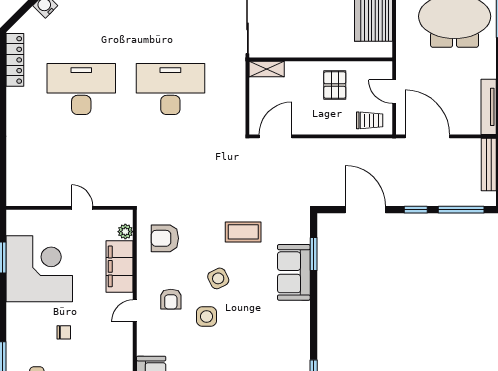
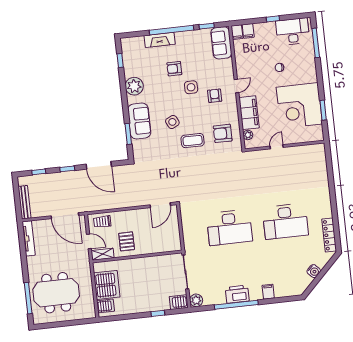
shelving: (267, 69) -> (103, 254), moved
door: (82, 208) -> (277, 147), swing flipped
window: (461, 210) -> (39, 172), width x0.46
coffee table: (243, 232) -> (193, 141), moved
armchair: (165, 238) -> (223, 133), turned 180
side table: (218, 278) -> (172, 122), moved
plant: (296, 328) -> (134, 86), added
armchair: (230, 349) -> (174, 69), added

